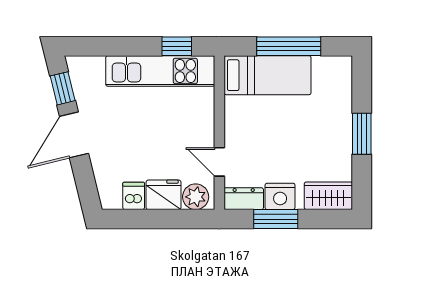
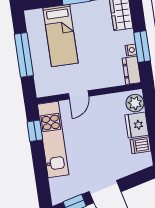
bed: (268, 75) -> (61, 36), moved, turned 180
door: (219, 162) -> (79, 95), moved
nightstand: (280, 196) -> (131, 50), width x0.53, depth x0.56

